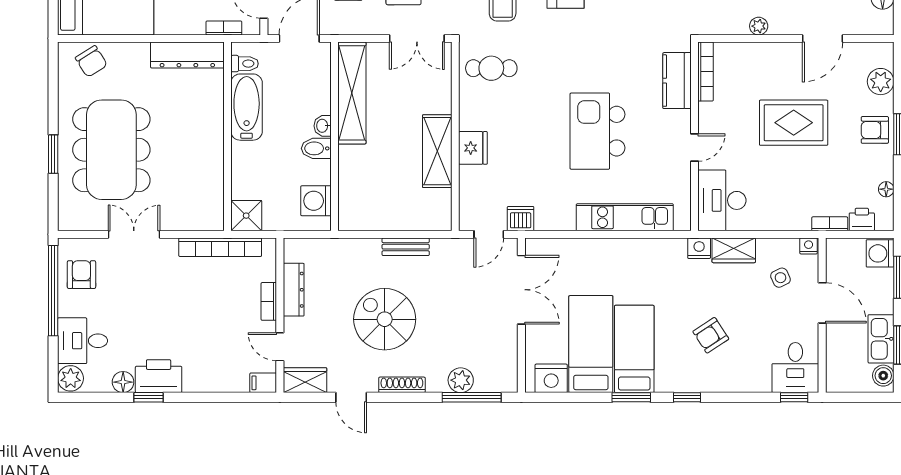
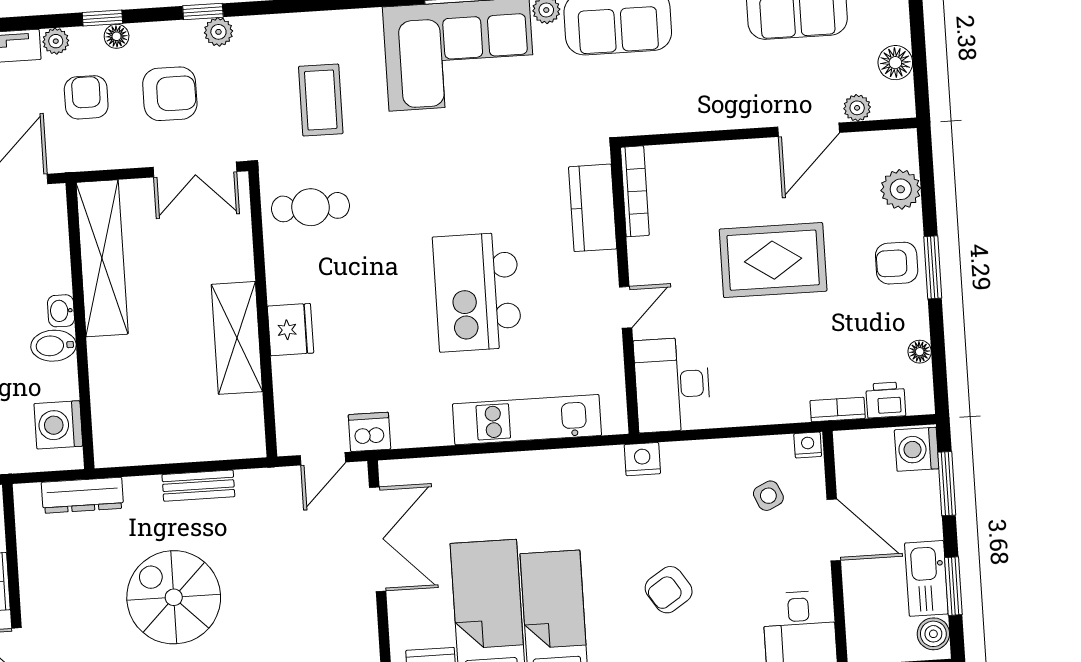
plant: (759, 26) -> (857, 108), moved
wardrobe: (734, 250) -> (695, 459), removed
dresser: (294, 290) -> (82, 495), moved, turned 90

